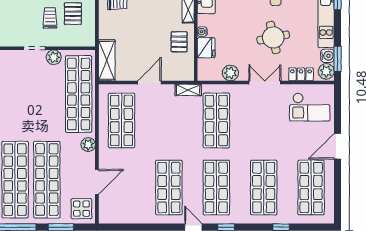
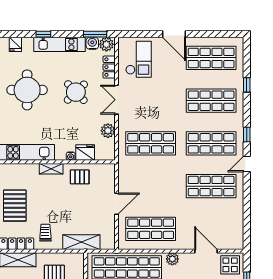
round table: (273, 37) -> (76, 92), turned -32
shelving: (107, 60) -> (81, 242), moved
door: (149, 83) -> (117, 204), swing flipped
shelving: (188, 90) -> (123, 169), removed

